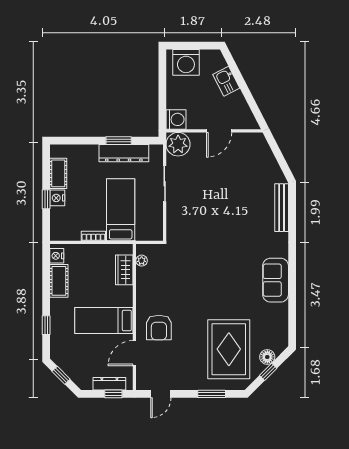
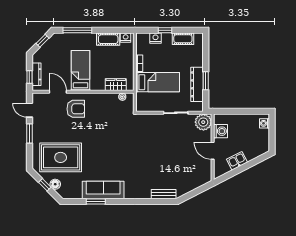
washing machine: (186, 62) -> (264, 123), width x0.53, depth x0.53
kitchen sink: (226, 81) -> (237, 161), moved
washing machine: (176, 119) -> (220, 131), moved, turned -90
nightstand: (57, 198) -> (155, 38), moved
bench: (282, 208) -> (164, 194), width x0.73
sofa: (276, 280) -> (103, 190), width x1.36
window: (292, 299) -> (96, 201), added
window: (46, 325) -> (77, 30), width x2.17
armchair: (159, 328) -> (76, 109), turned 180
window: (212, 394) -> (29, 134), moved

